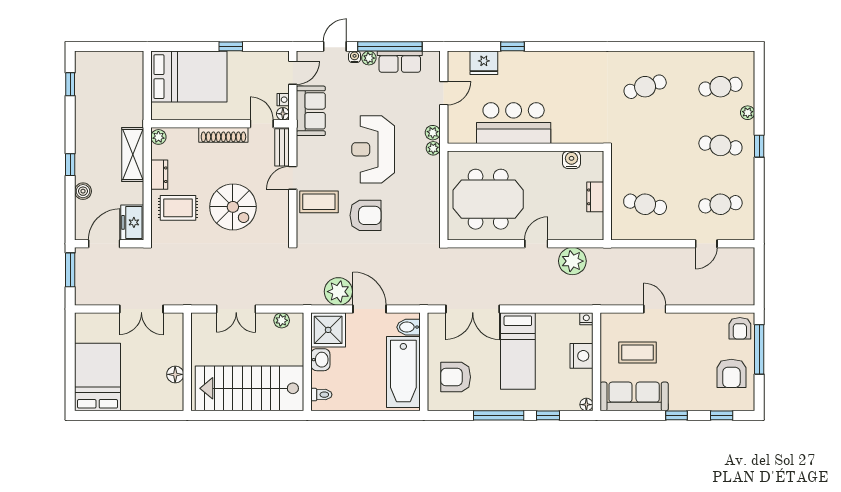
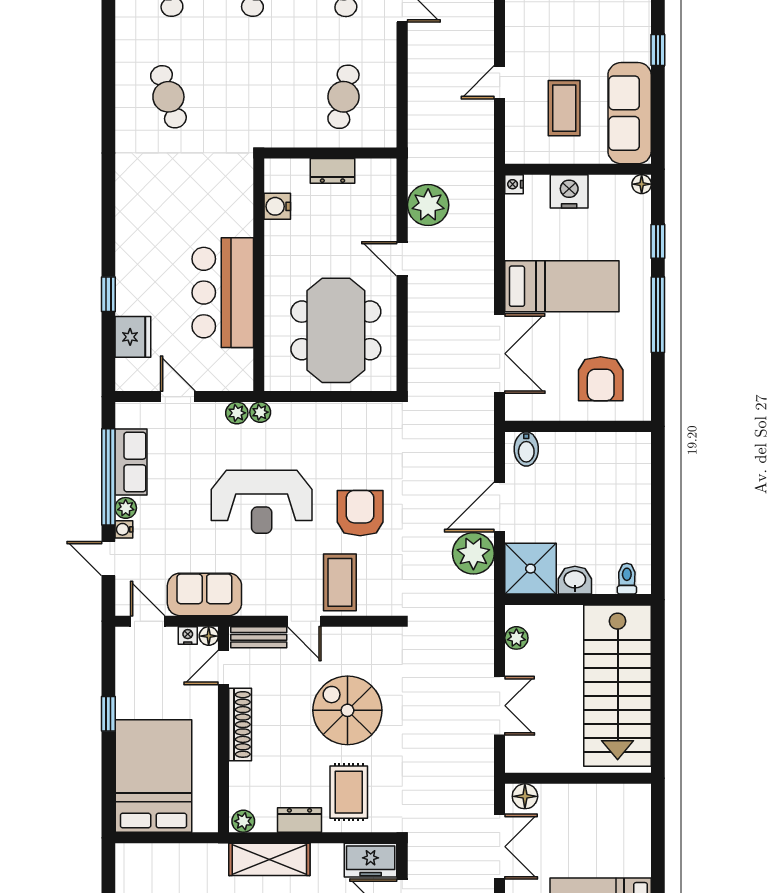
spiral stairs: (233, 207) -> (347, 710), turned -90
bathtub: (403, 372) -> (593, 457), removed
floor lamp: (175, 374) -> (525, 796), moved

